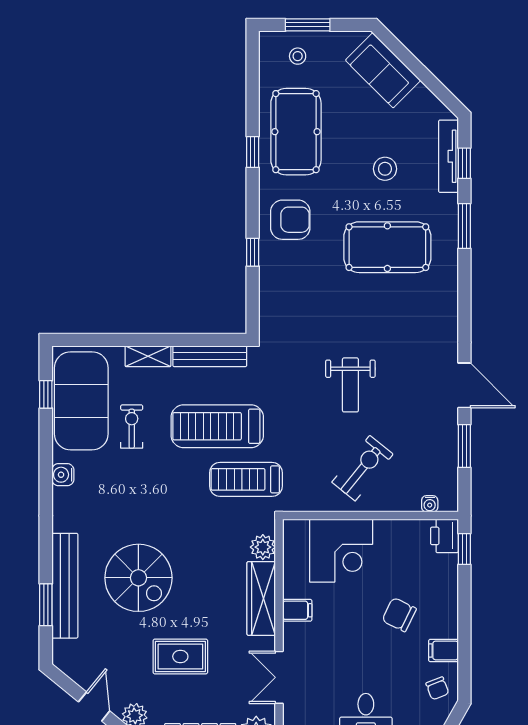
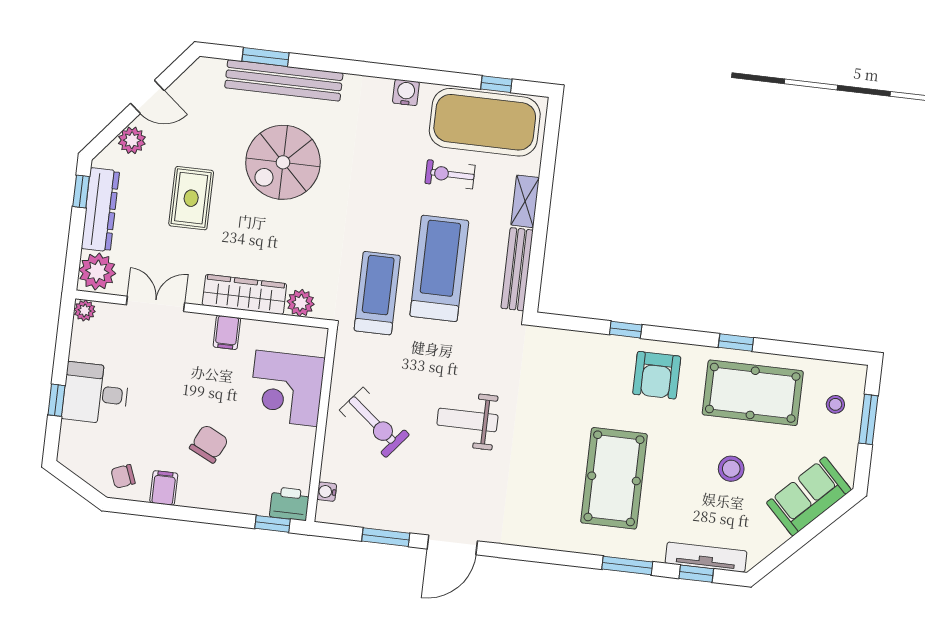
stool: (385, 169) -> (731, 469), moved
exercise bike: (132, 427) -> (450, 174), turned 180

